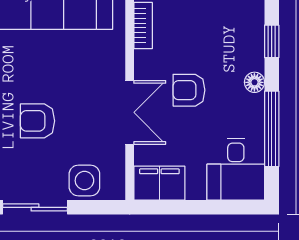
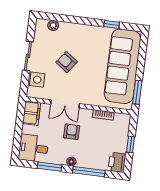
window: (272, 41) -> (89, 172), width x2.17
armchair: (37, 121) -> (67, 62), turned -54
window: (272, 129) -> (50, 167), width x0.69

